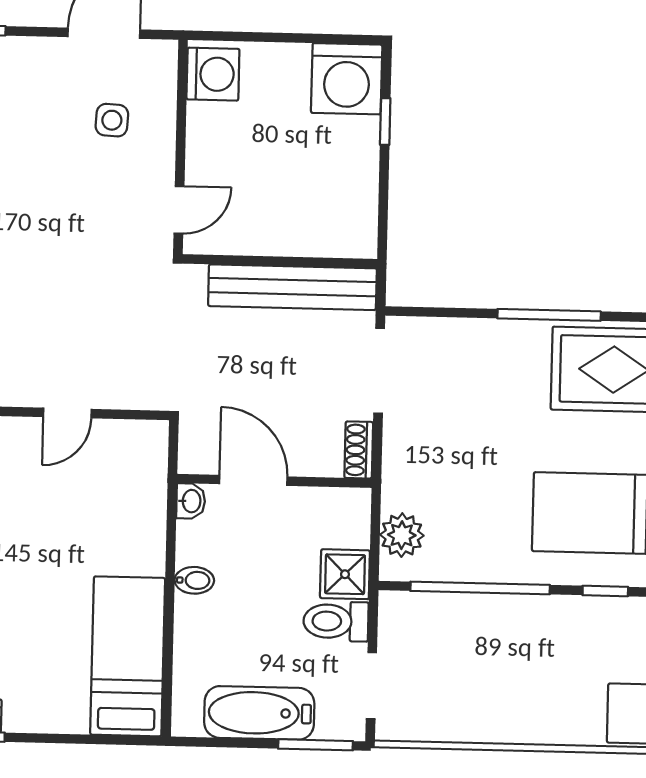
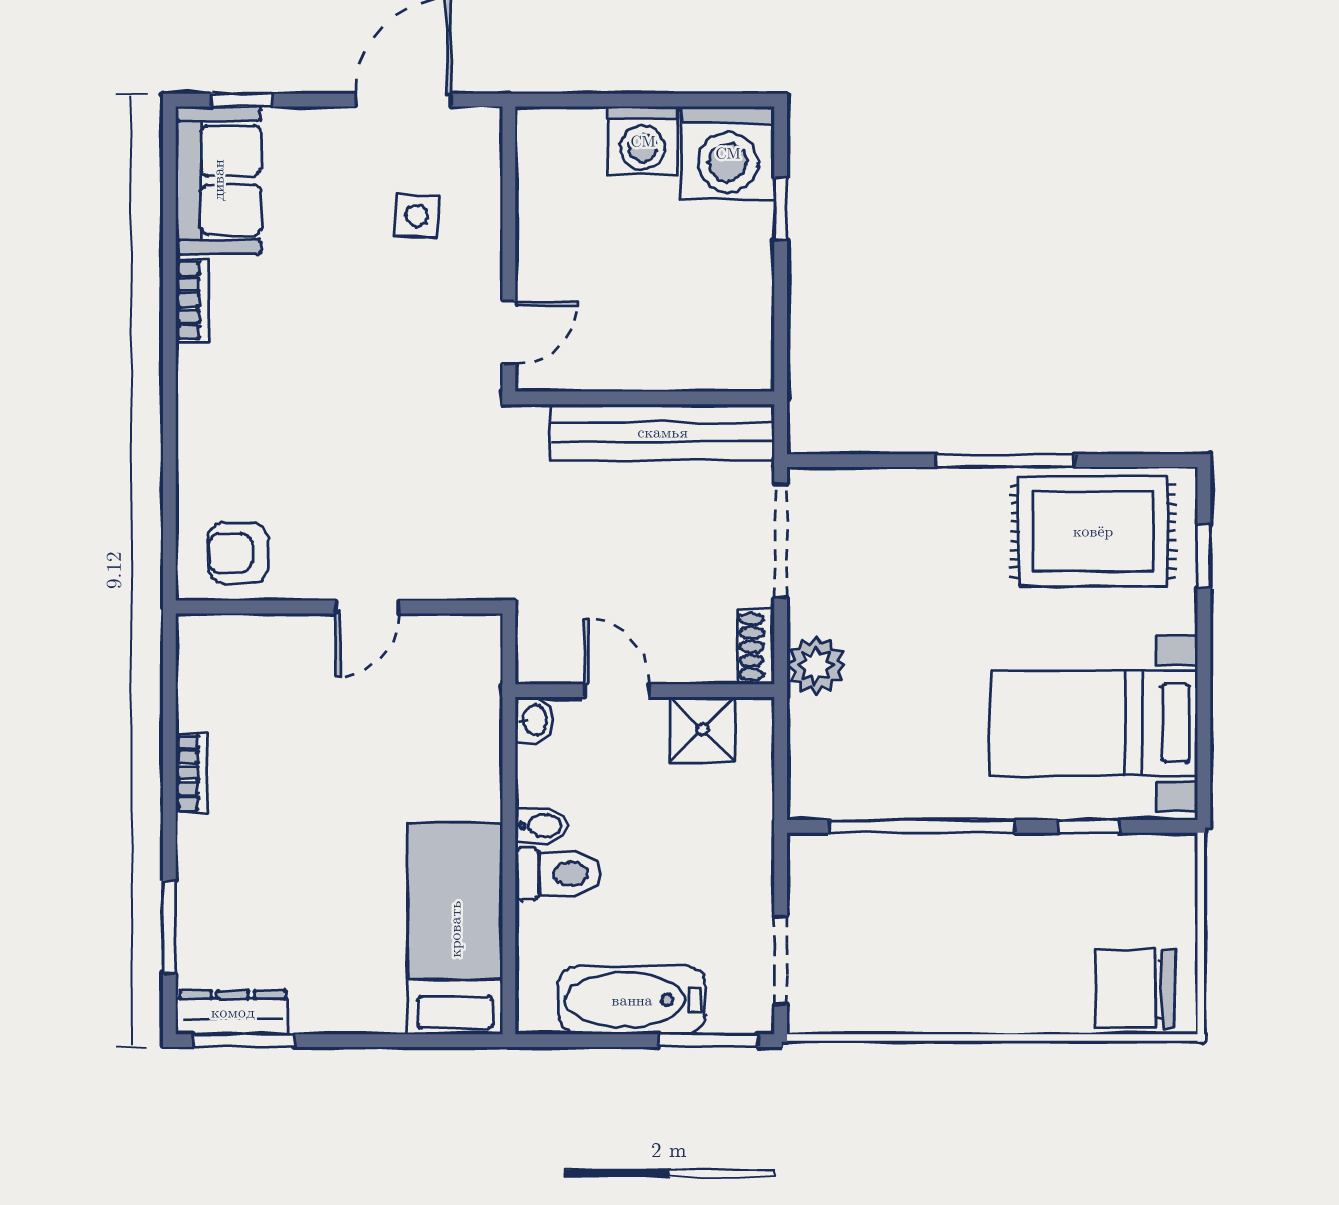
washing machine: (213, 74) -> (643, 141), moved, turned 90
door: (253, 480) -> (617, 691), width x0.73
plant: (402, 535) -> (816, 665), moved
shower: (345, 574) -> (702, 729), moved
toilet: (336, 621) -> (558, 874), moved, turned 180

